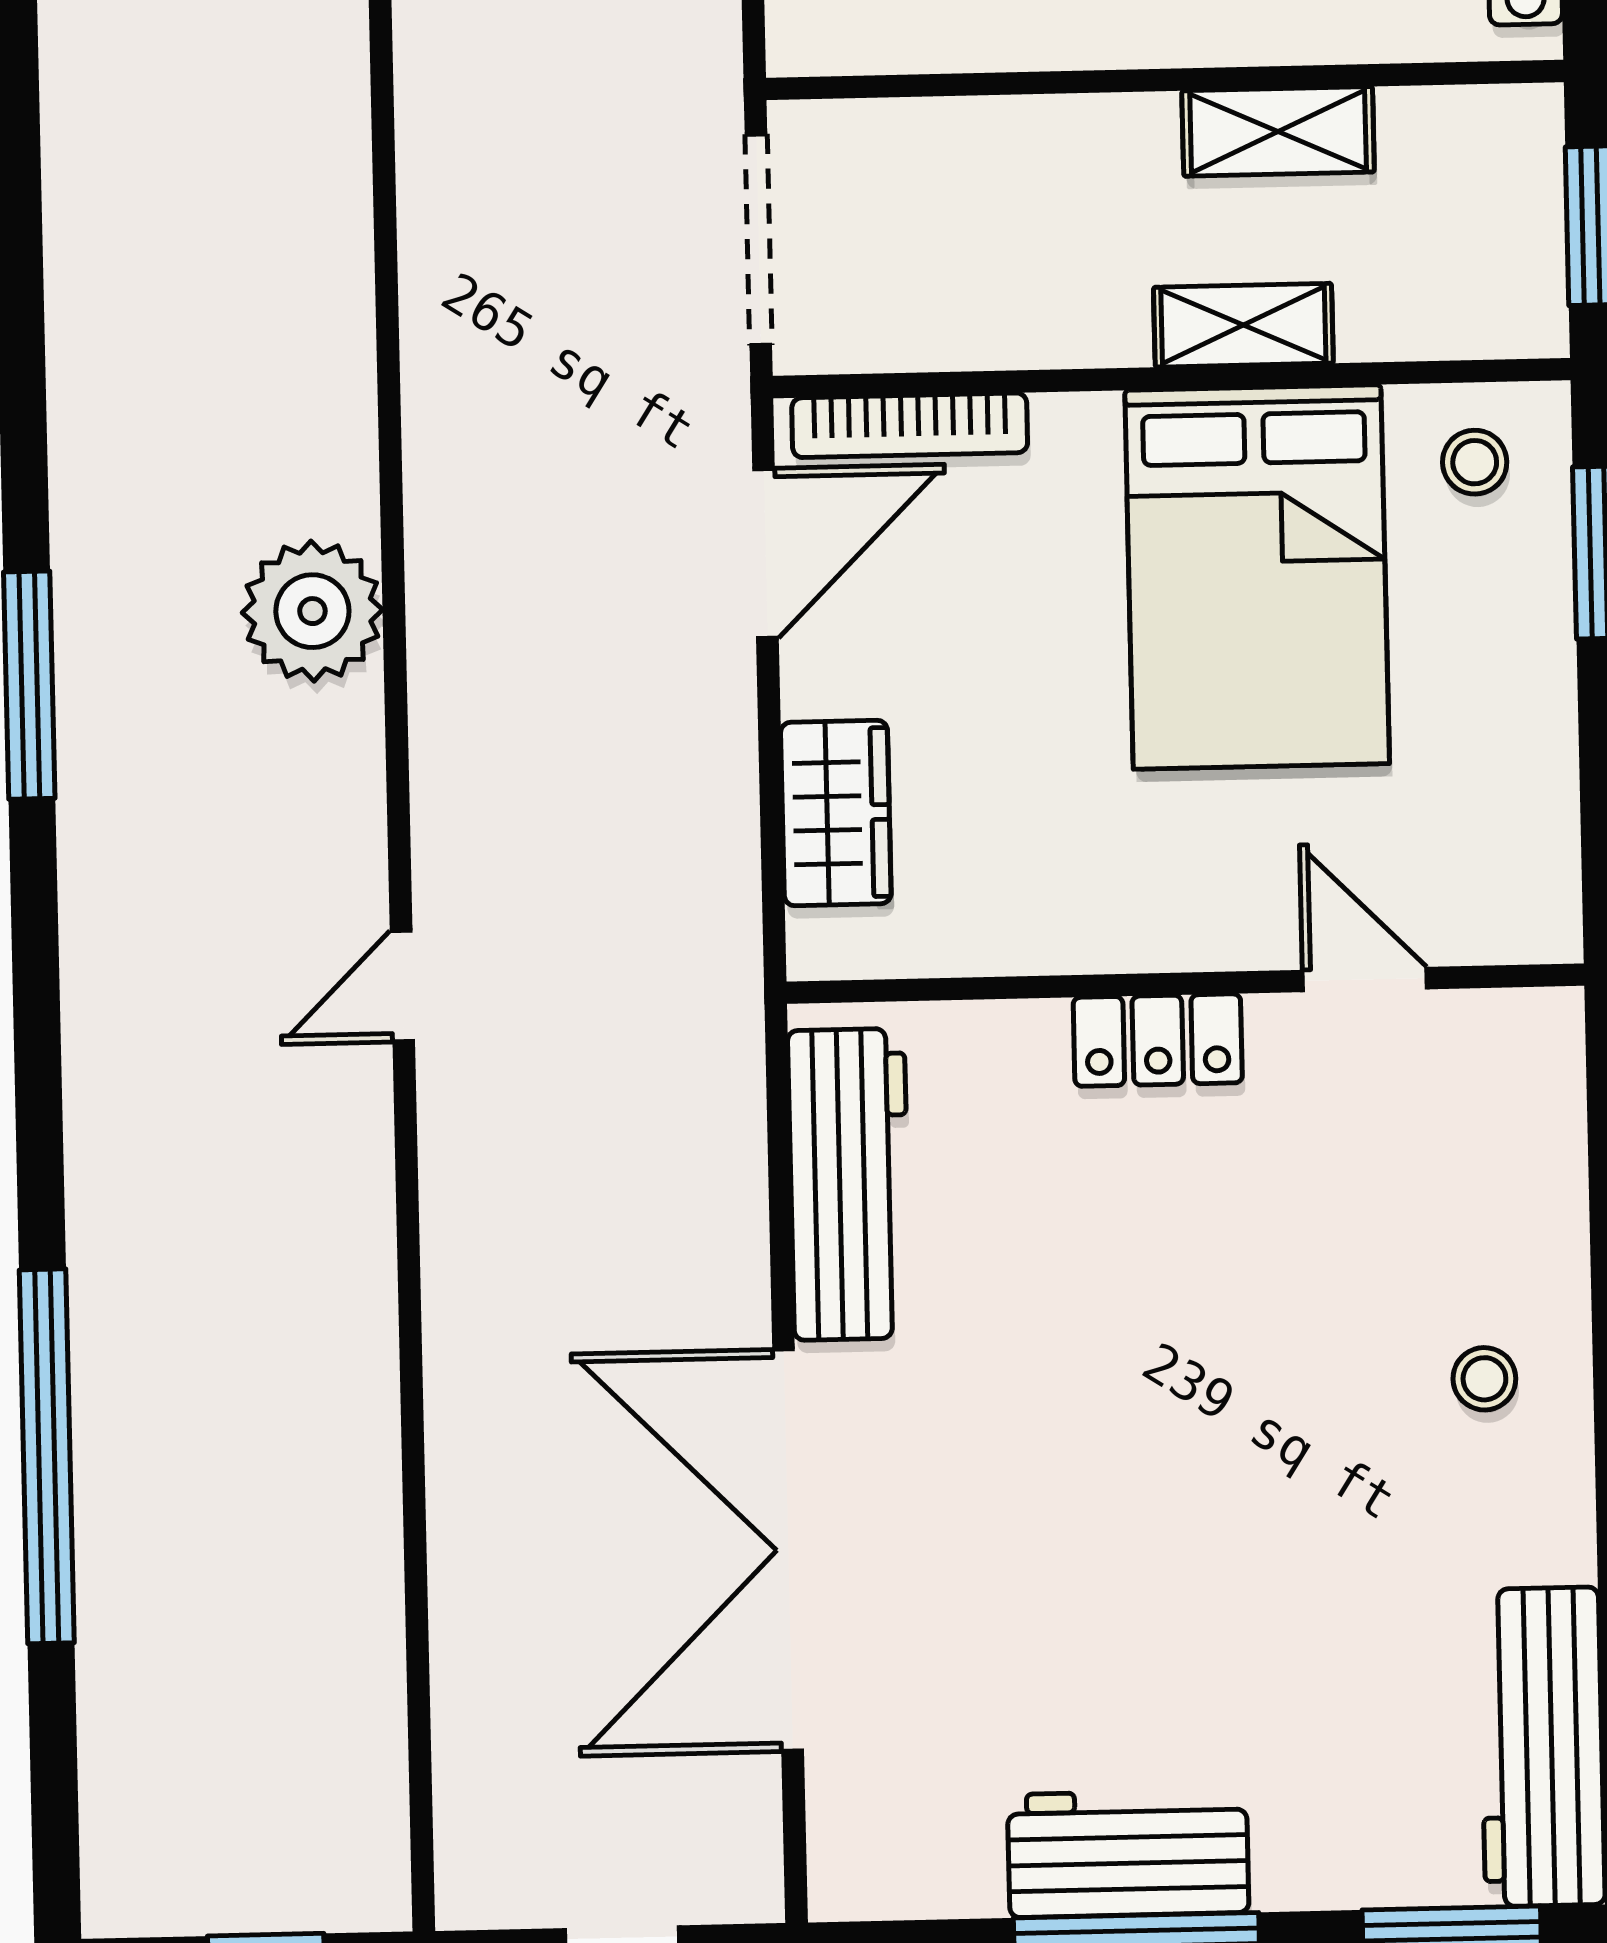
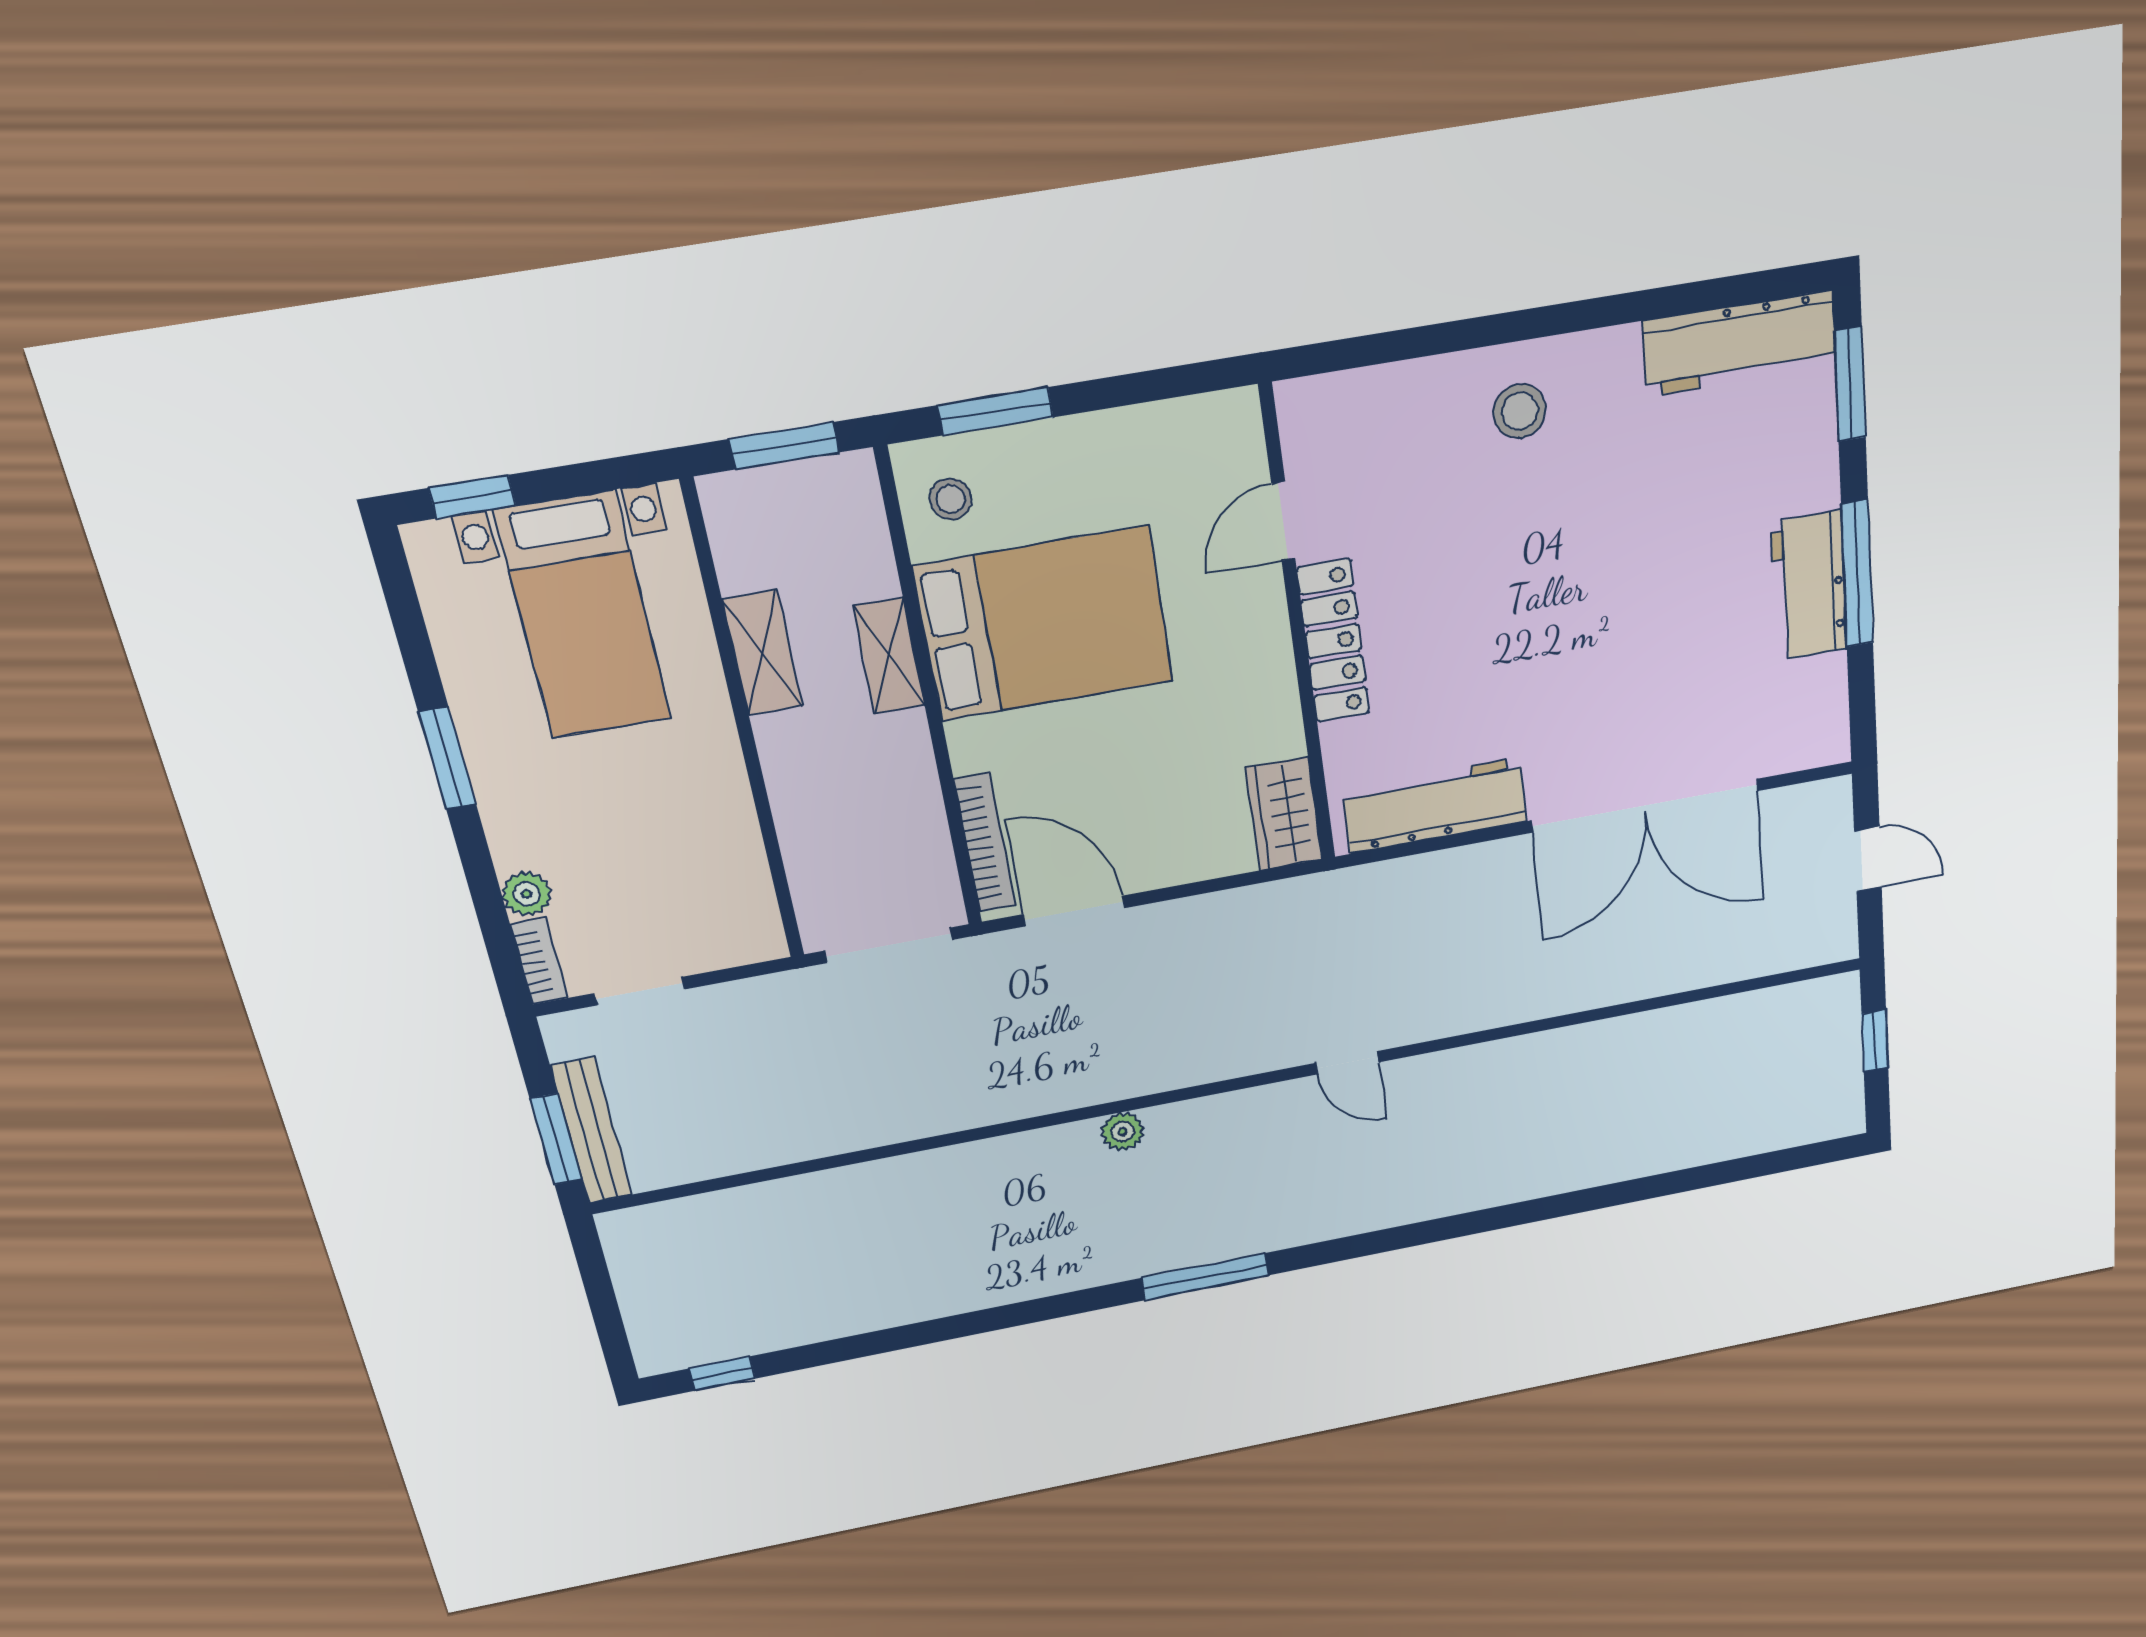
plant: (312, 611) -> (1123, 1132), width x0.53, depth x0.53
wardrobe: (836, 813) -> (1284, 814), moved, turned -90
locker: (1158, 1040) -> (1333, 641), width x1.53
stool: (1484, 1379) -> (1520, 411), width x1.37, depth x1.37
window: (47, 1456) -> (1616, 1194), removed

